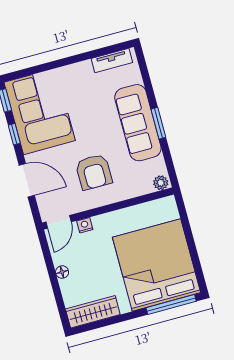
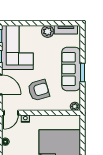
plant: (82, 71) -> (48, 31), added
armchair: (94, 172) -> (39, 90), turned -106

